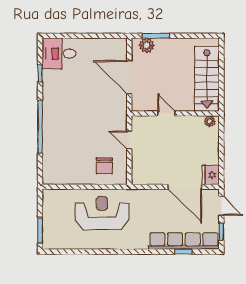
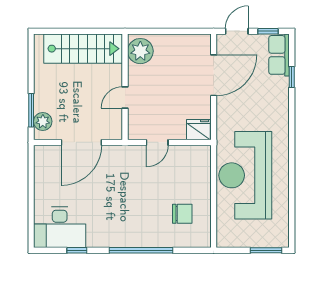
desk: (59, 54) -> (60, 227), width x1.37
plant: (210, 121) -> (140, 51), width x1.88, depth x1.88
chair: (104, 166) -> (182, 214), moved
fridge: (211, 175) -> (198, 130), moved, turned 180
reception desk: (102, 213) -> (245, 175), width x1.36, depth x1.30
row of seats: (184, 241) -> (279, 55), width x0.50

